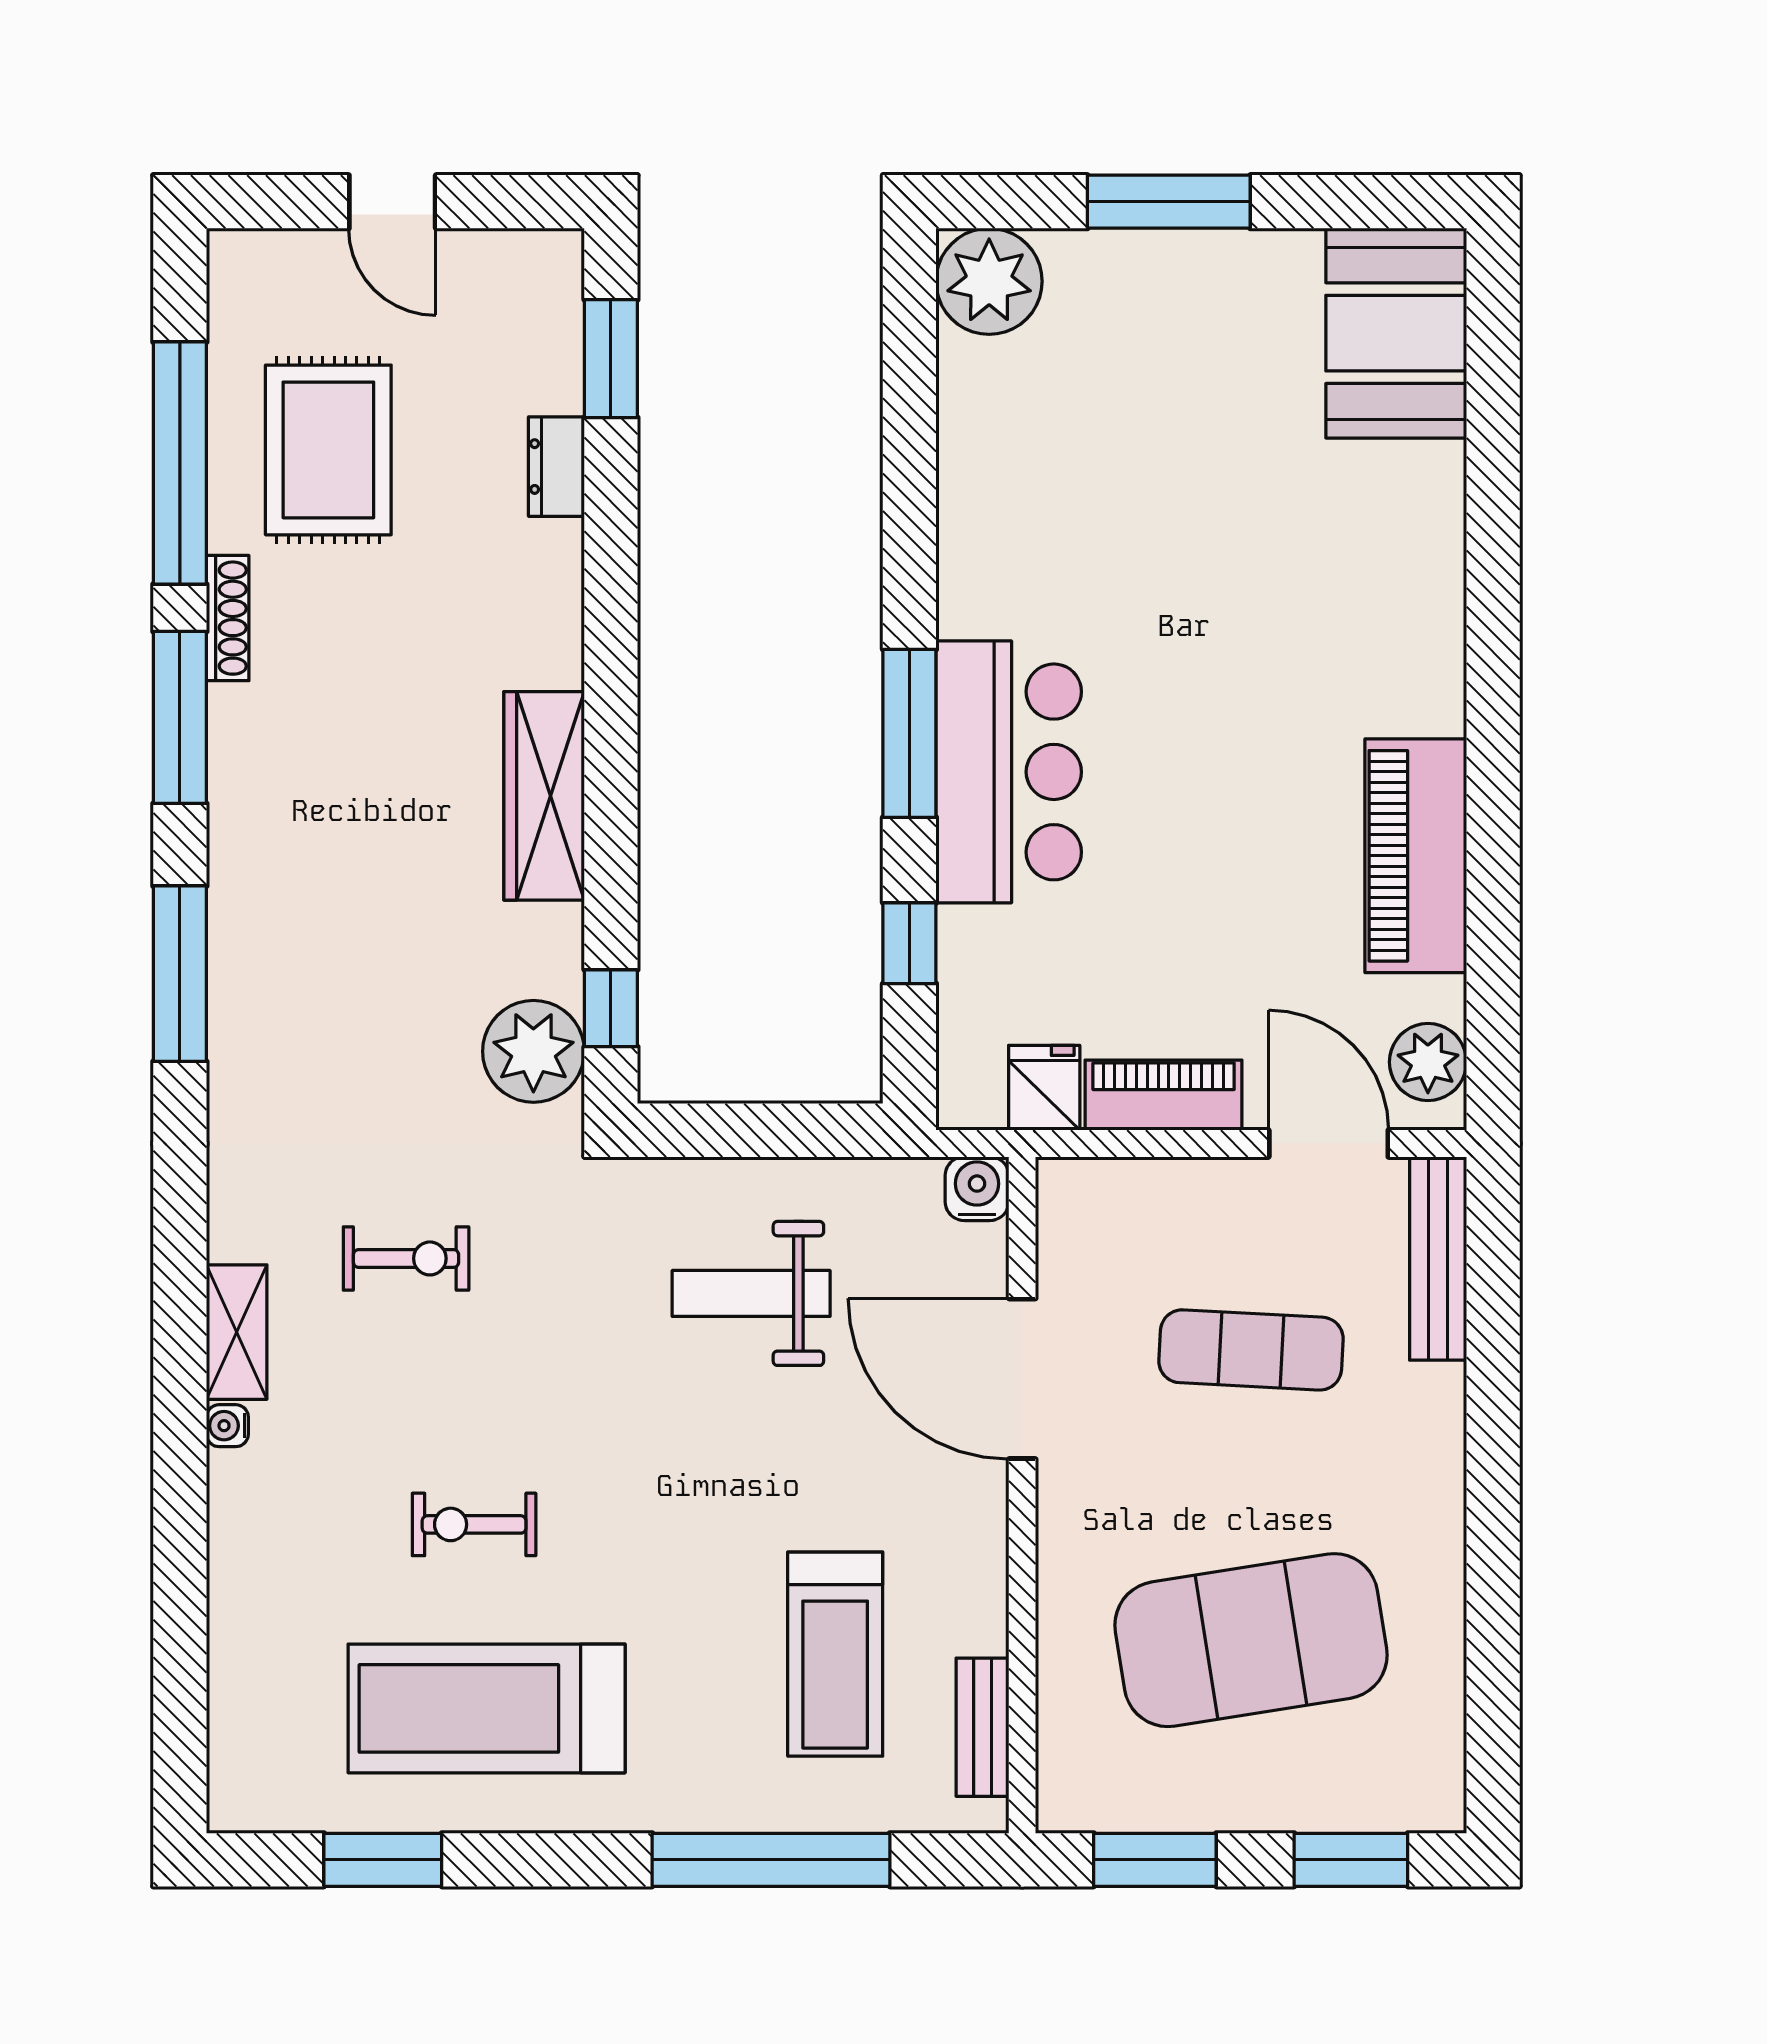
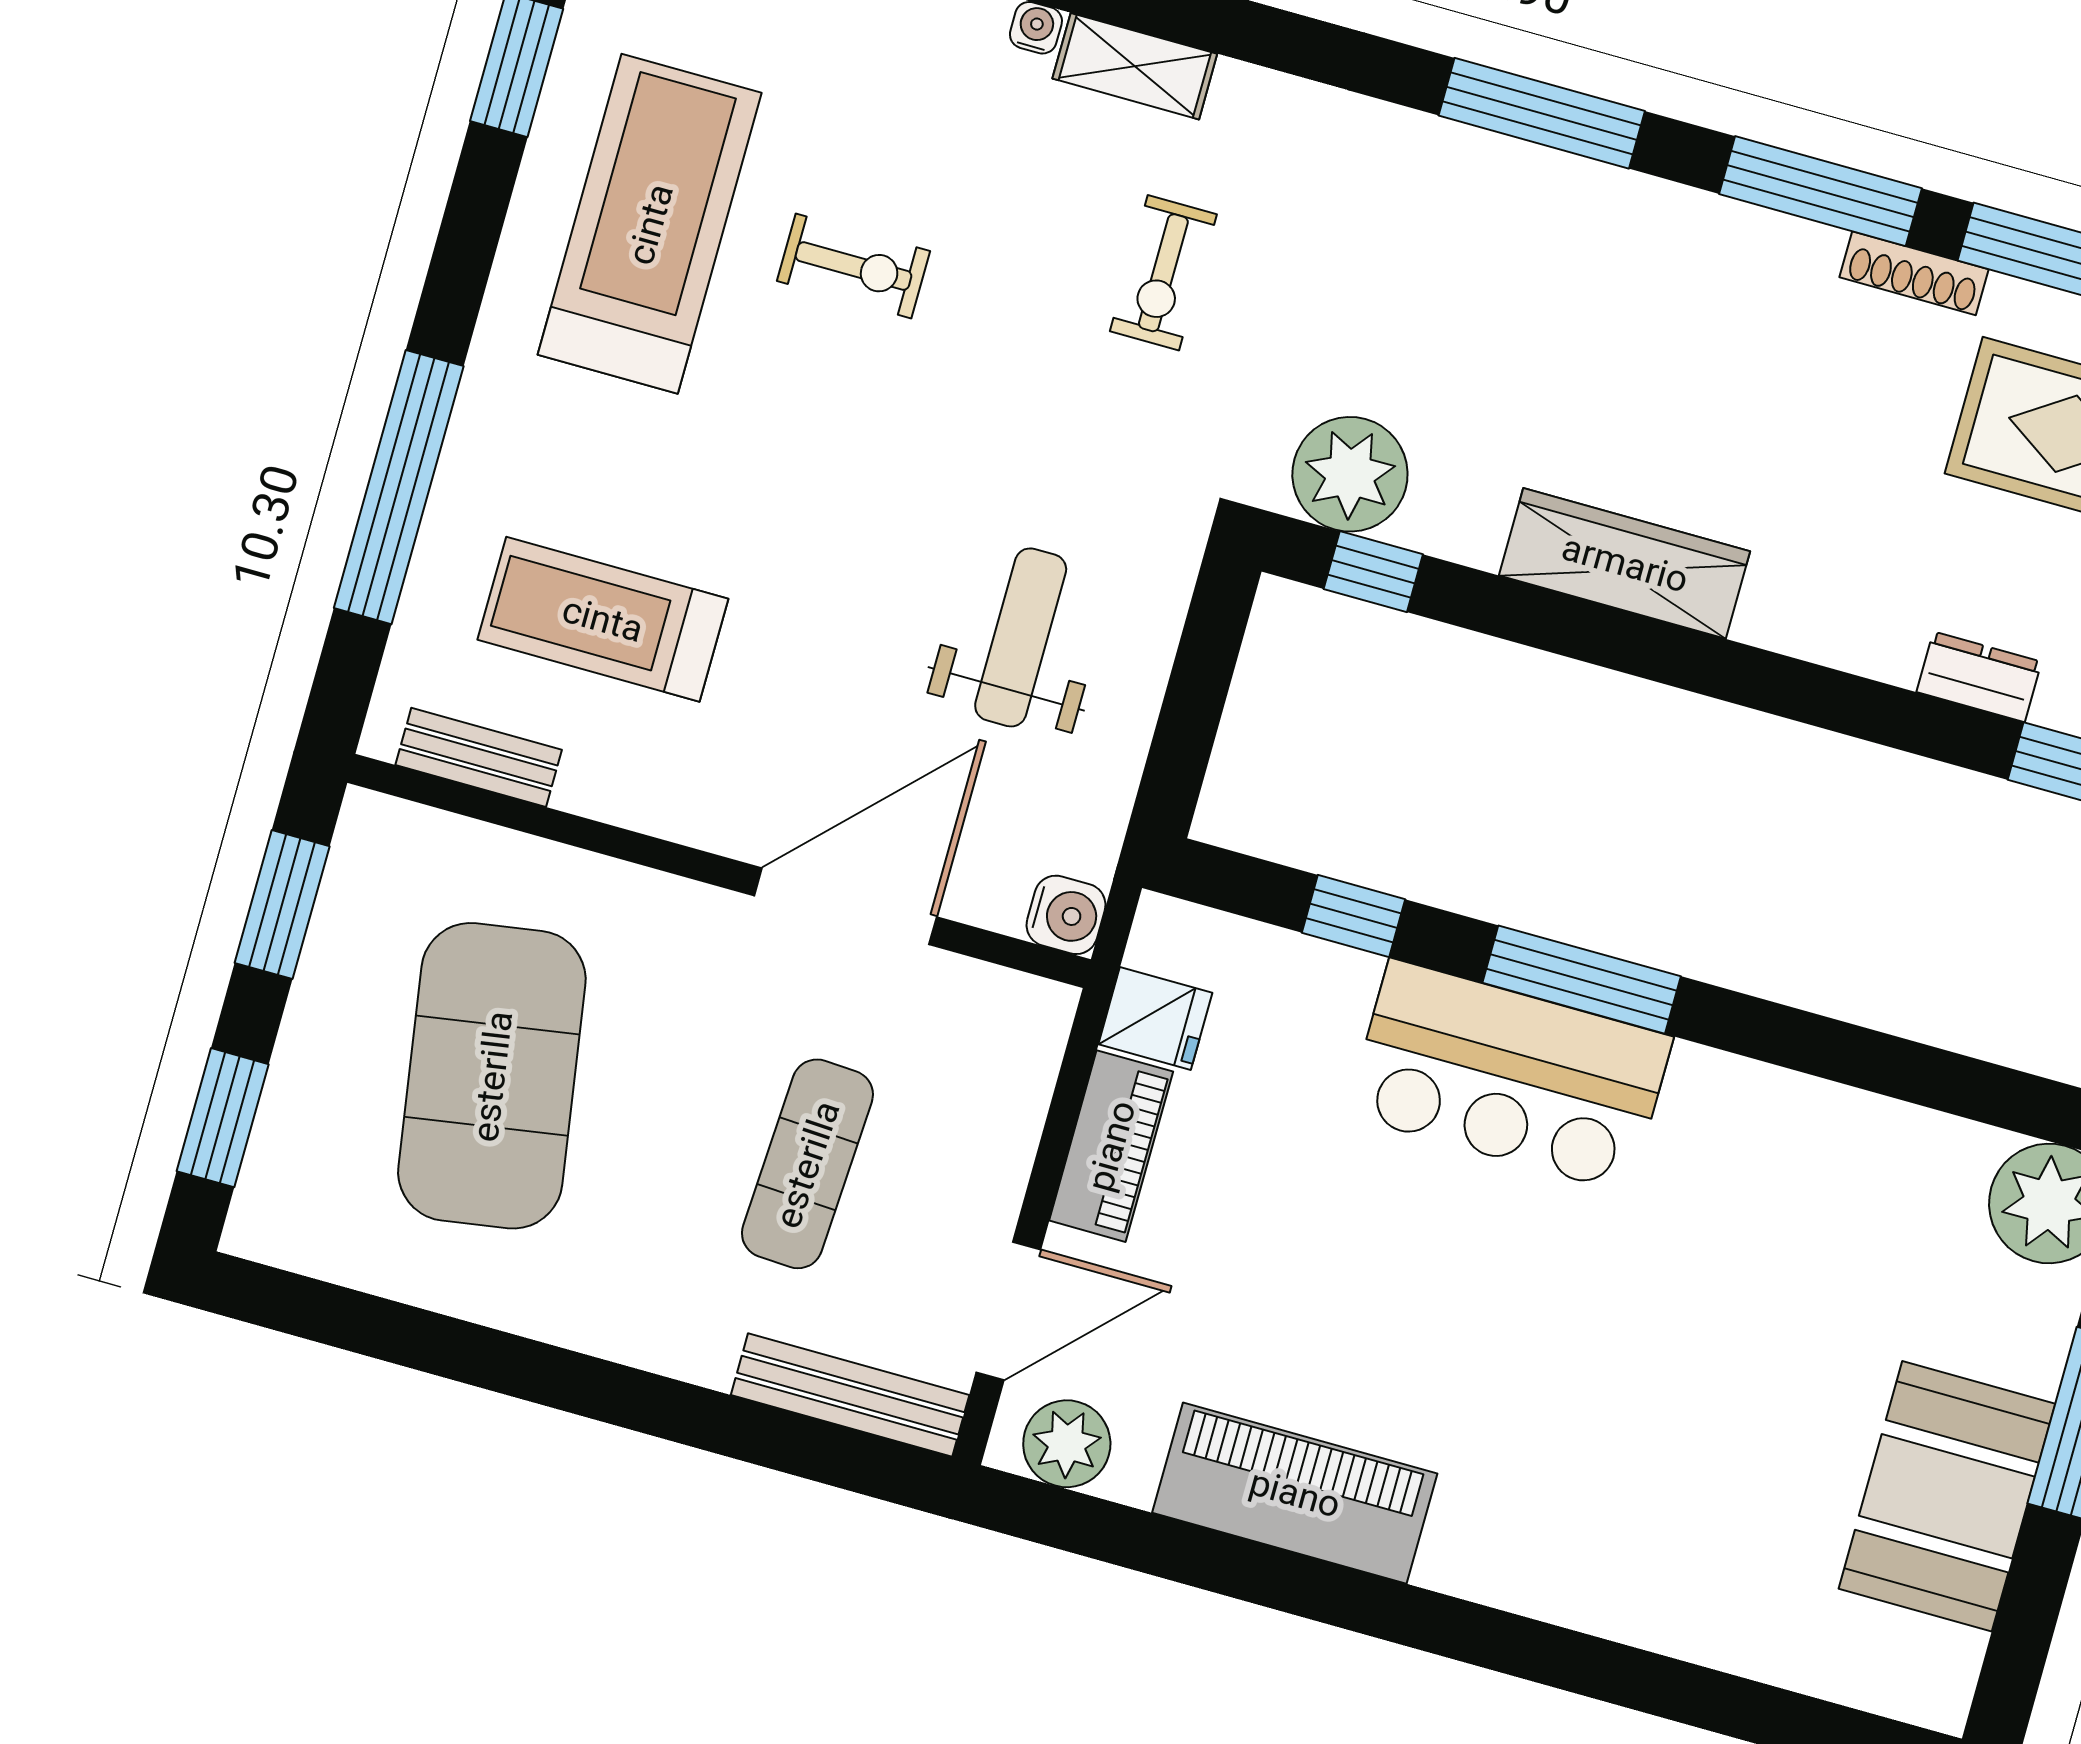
booth: (1396, 333) -> (1947, 1496), moved, turned 90
exercise bike: (474, 1524) -> (854, 266), turned 90

